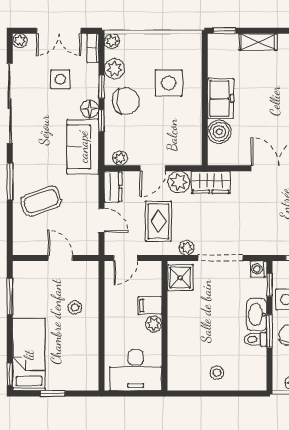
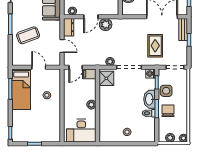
wardrobe: (211, 182) -> (124, 25), removed
rug: (158, 221) -> (155, 46), moved
filing cabinet: (150, 306) -> (89, 74), moved
bed: (29, 355) -> (21, 89), moved, turned 180

